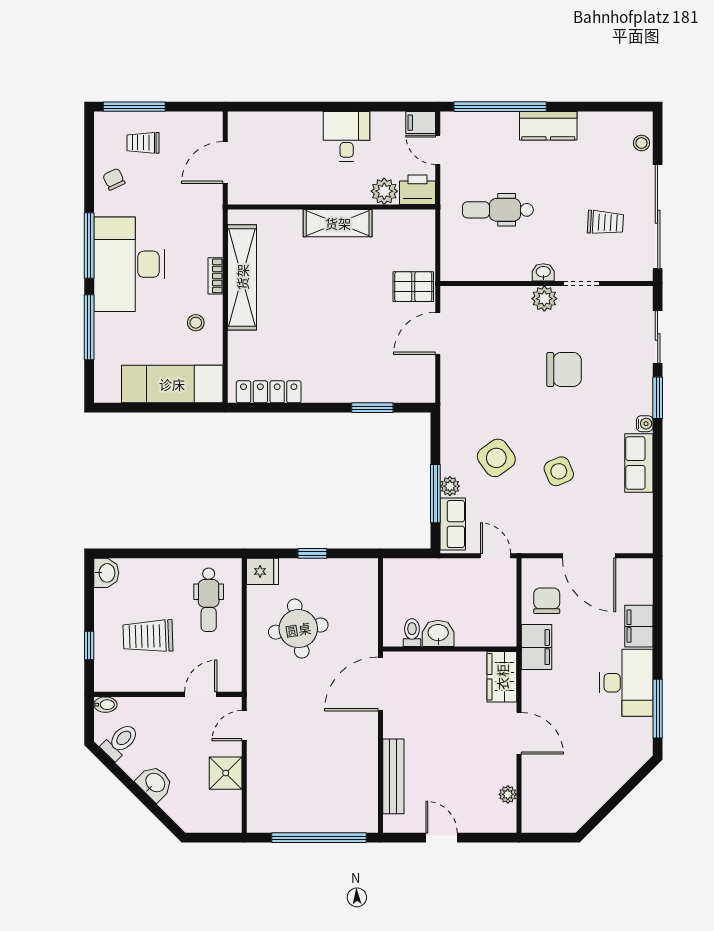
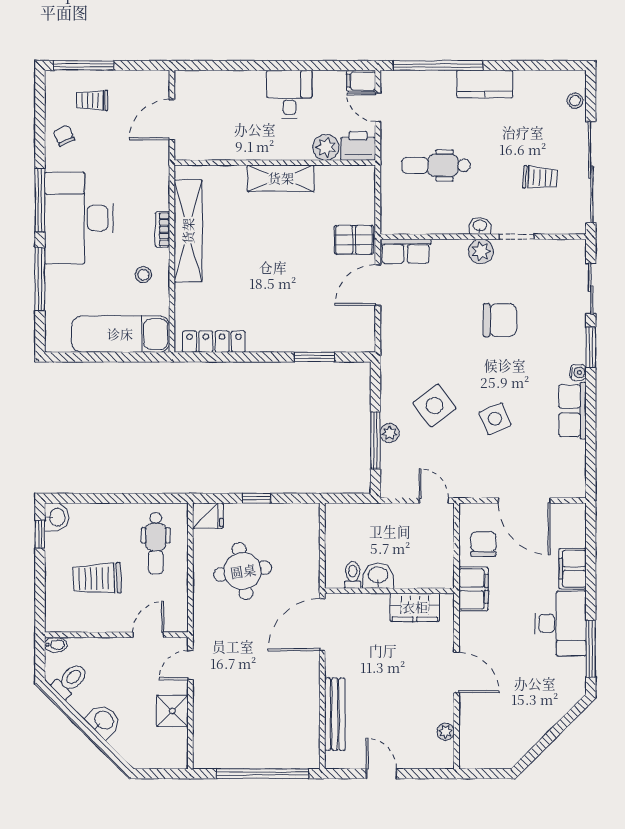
row of seats: (453, 524) -> (406, 251), moved, turned 90
window: (89, 646) -> (40, 534), moved
wardrobe: (502, 677) -> (415, 607), moved, turned -90

